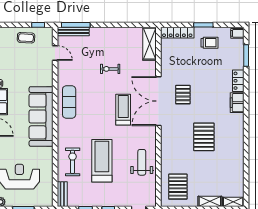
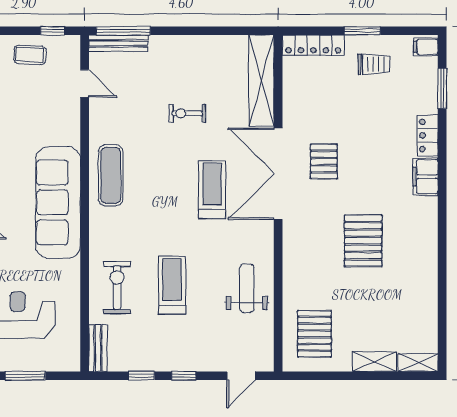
shelving: (150, 44) -> (261, 81), width x1.47
treadmill: (102, 161) -> (172, 285), width x0.73, depth x0.73

